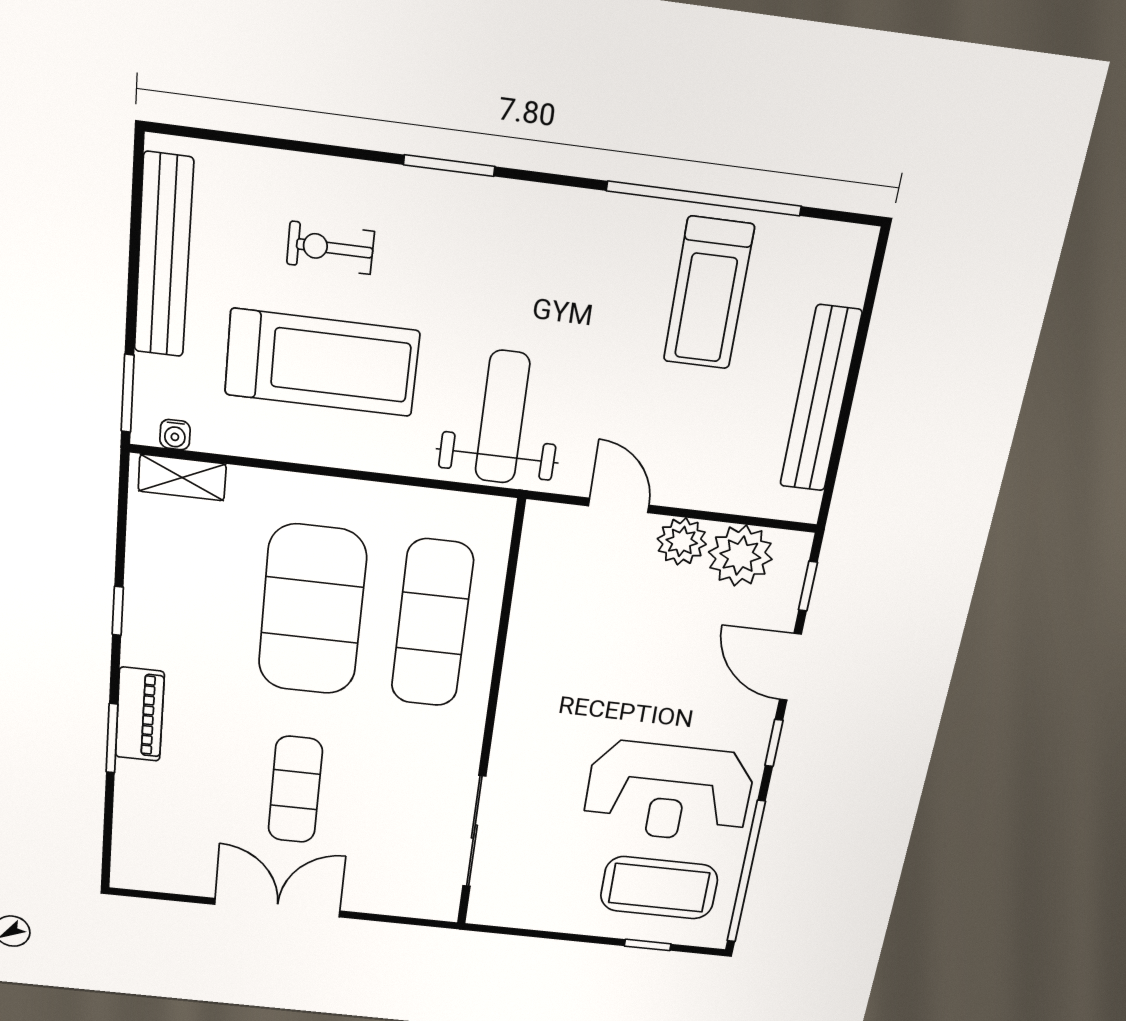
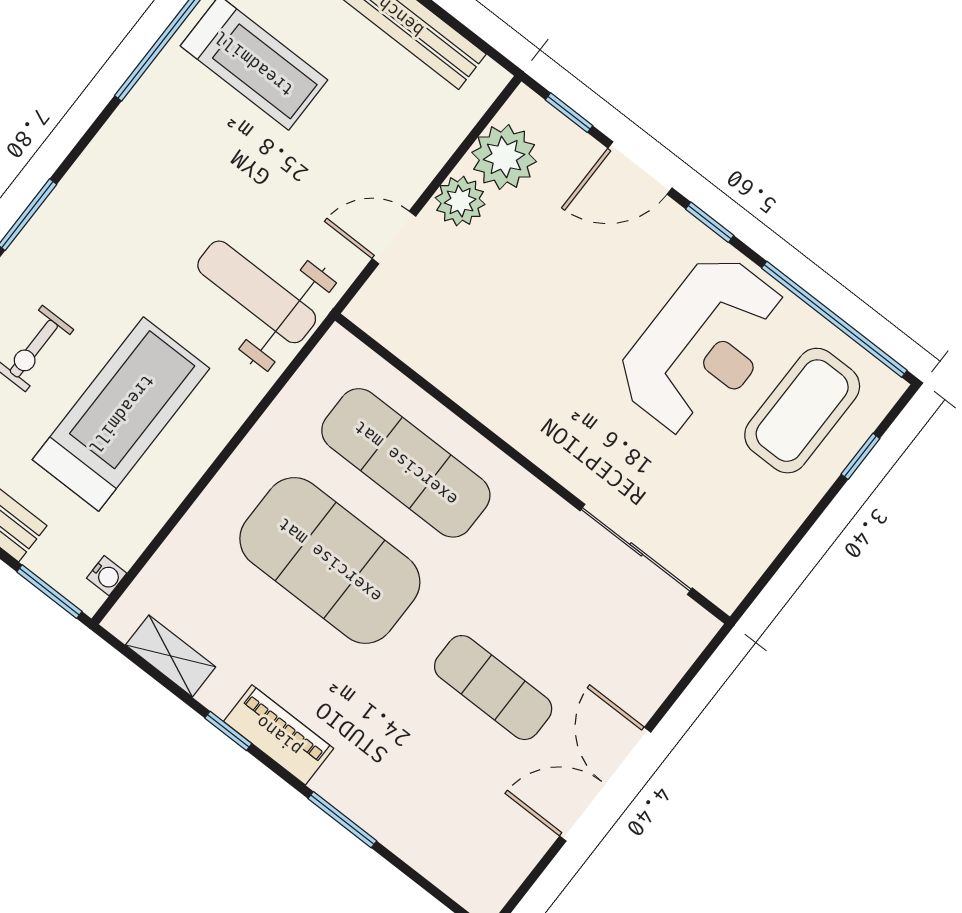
shelving: (182, 478) -> (171, 656), moved, turned 90
piano: (140, 714) -> (279, 735), moved

